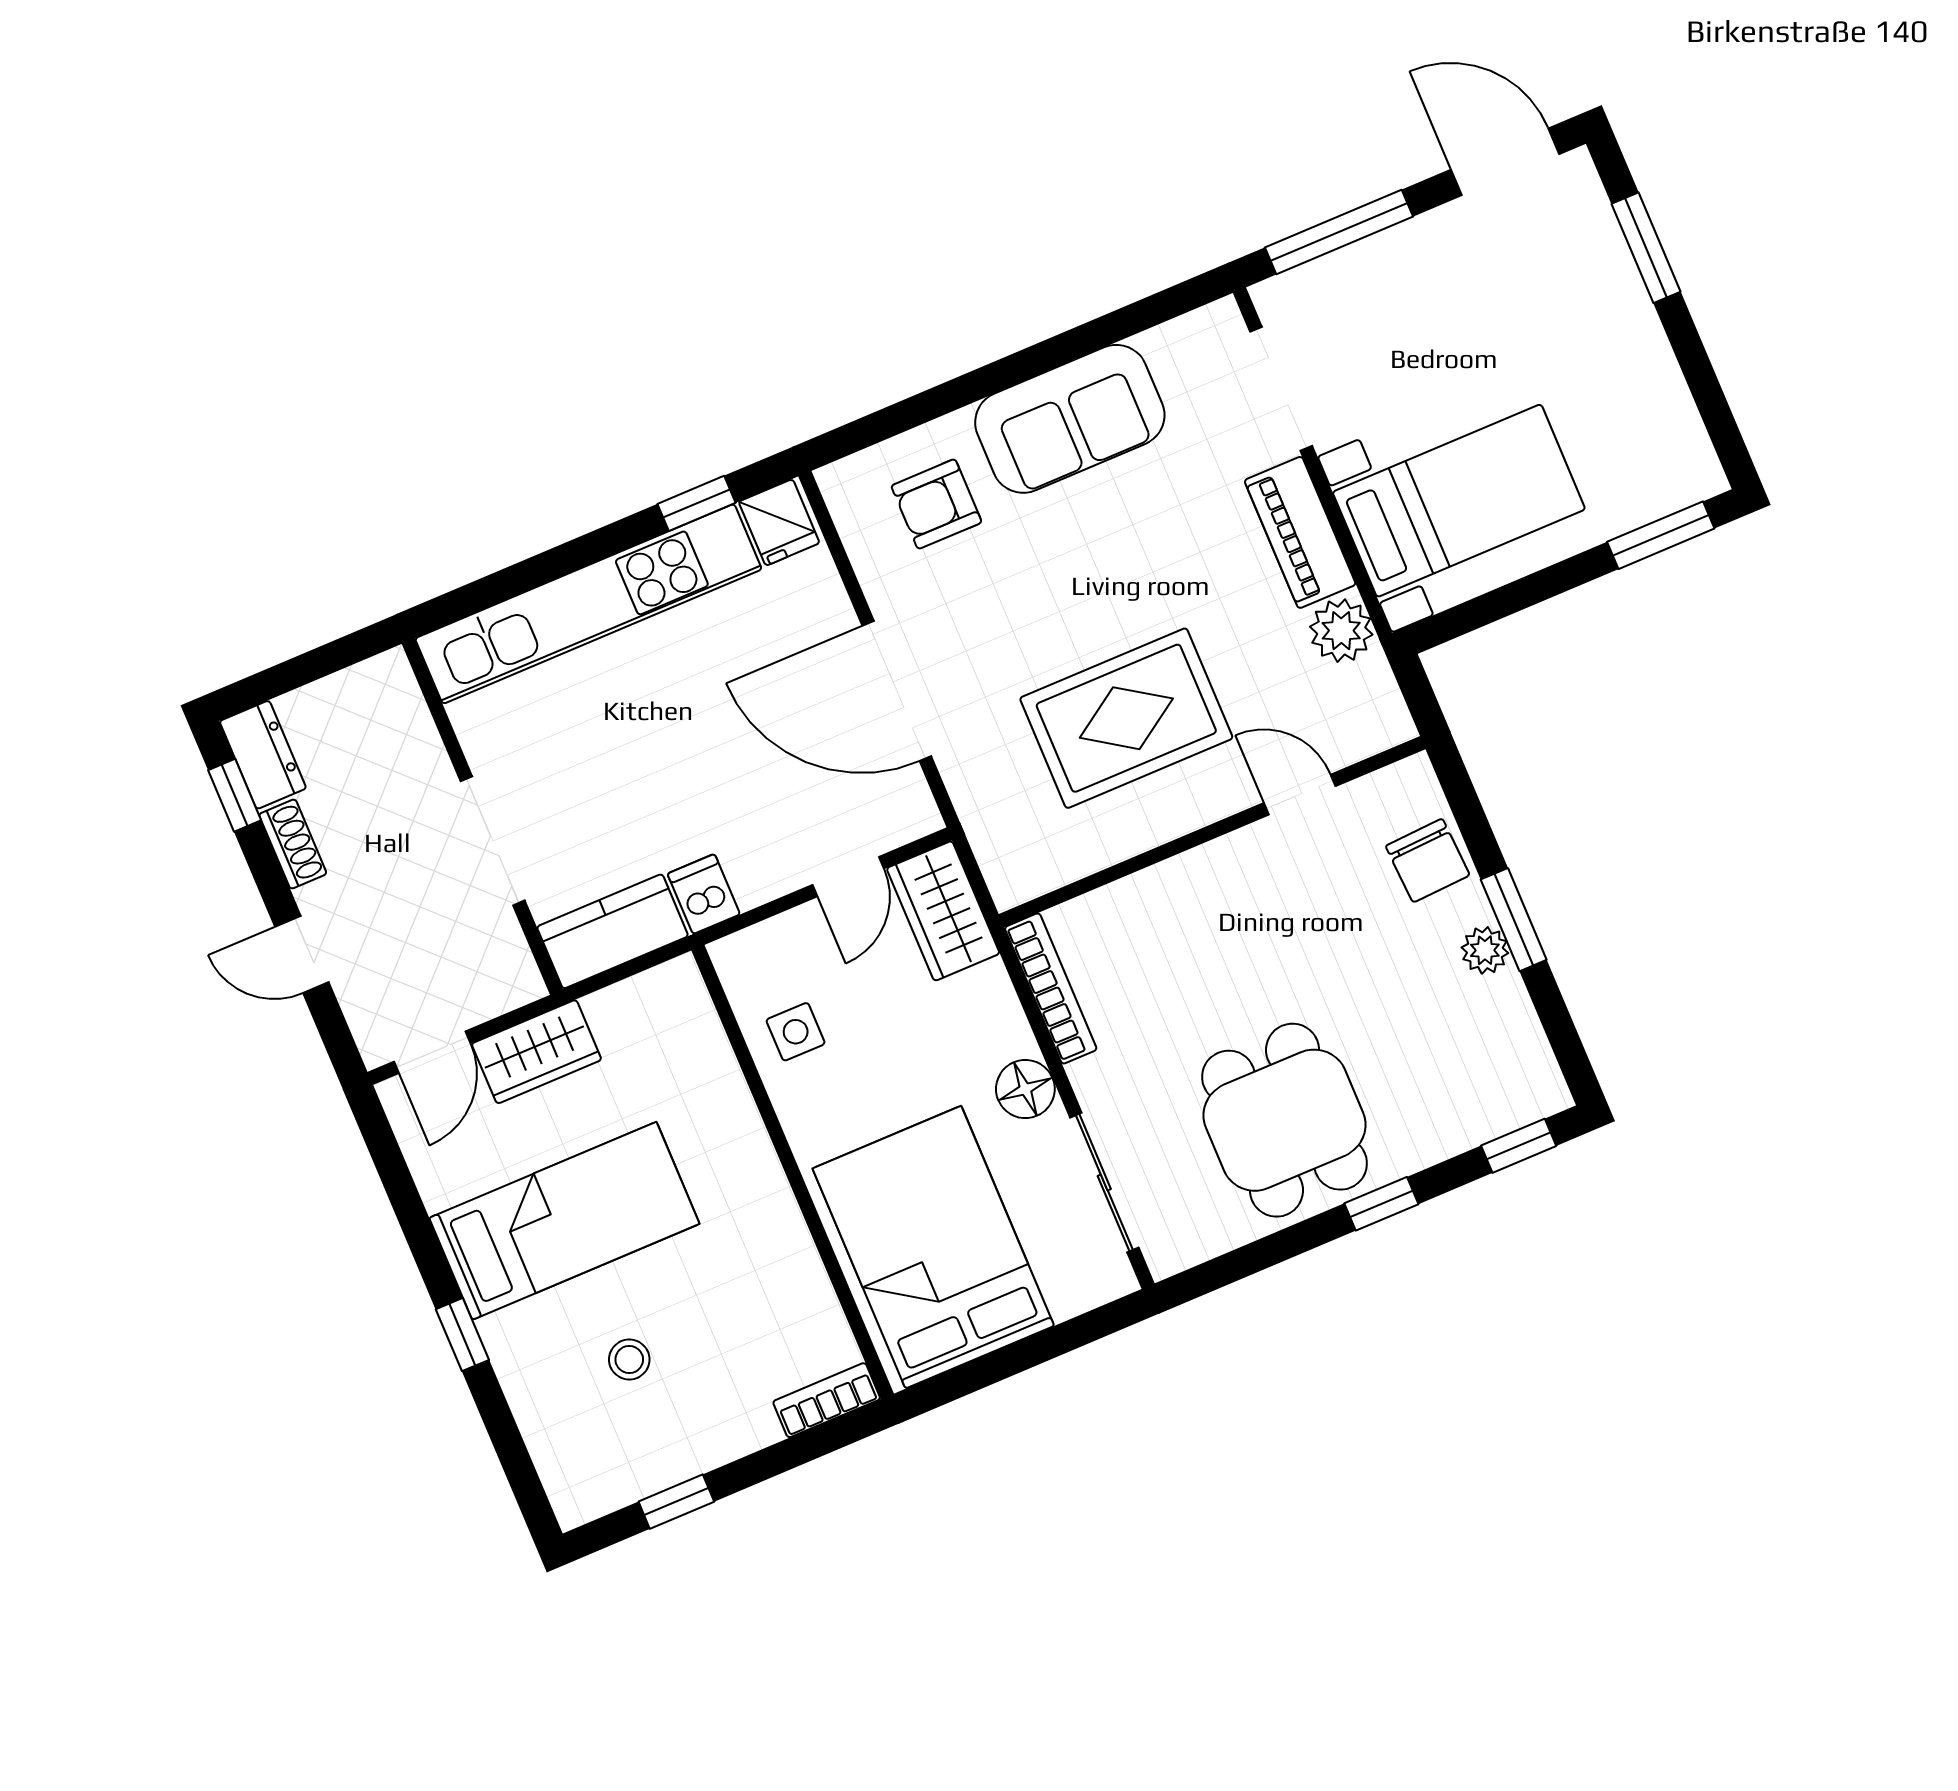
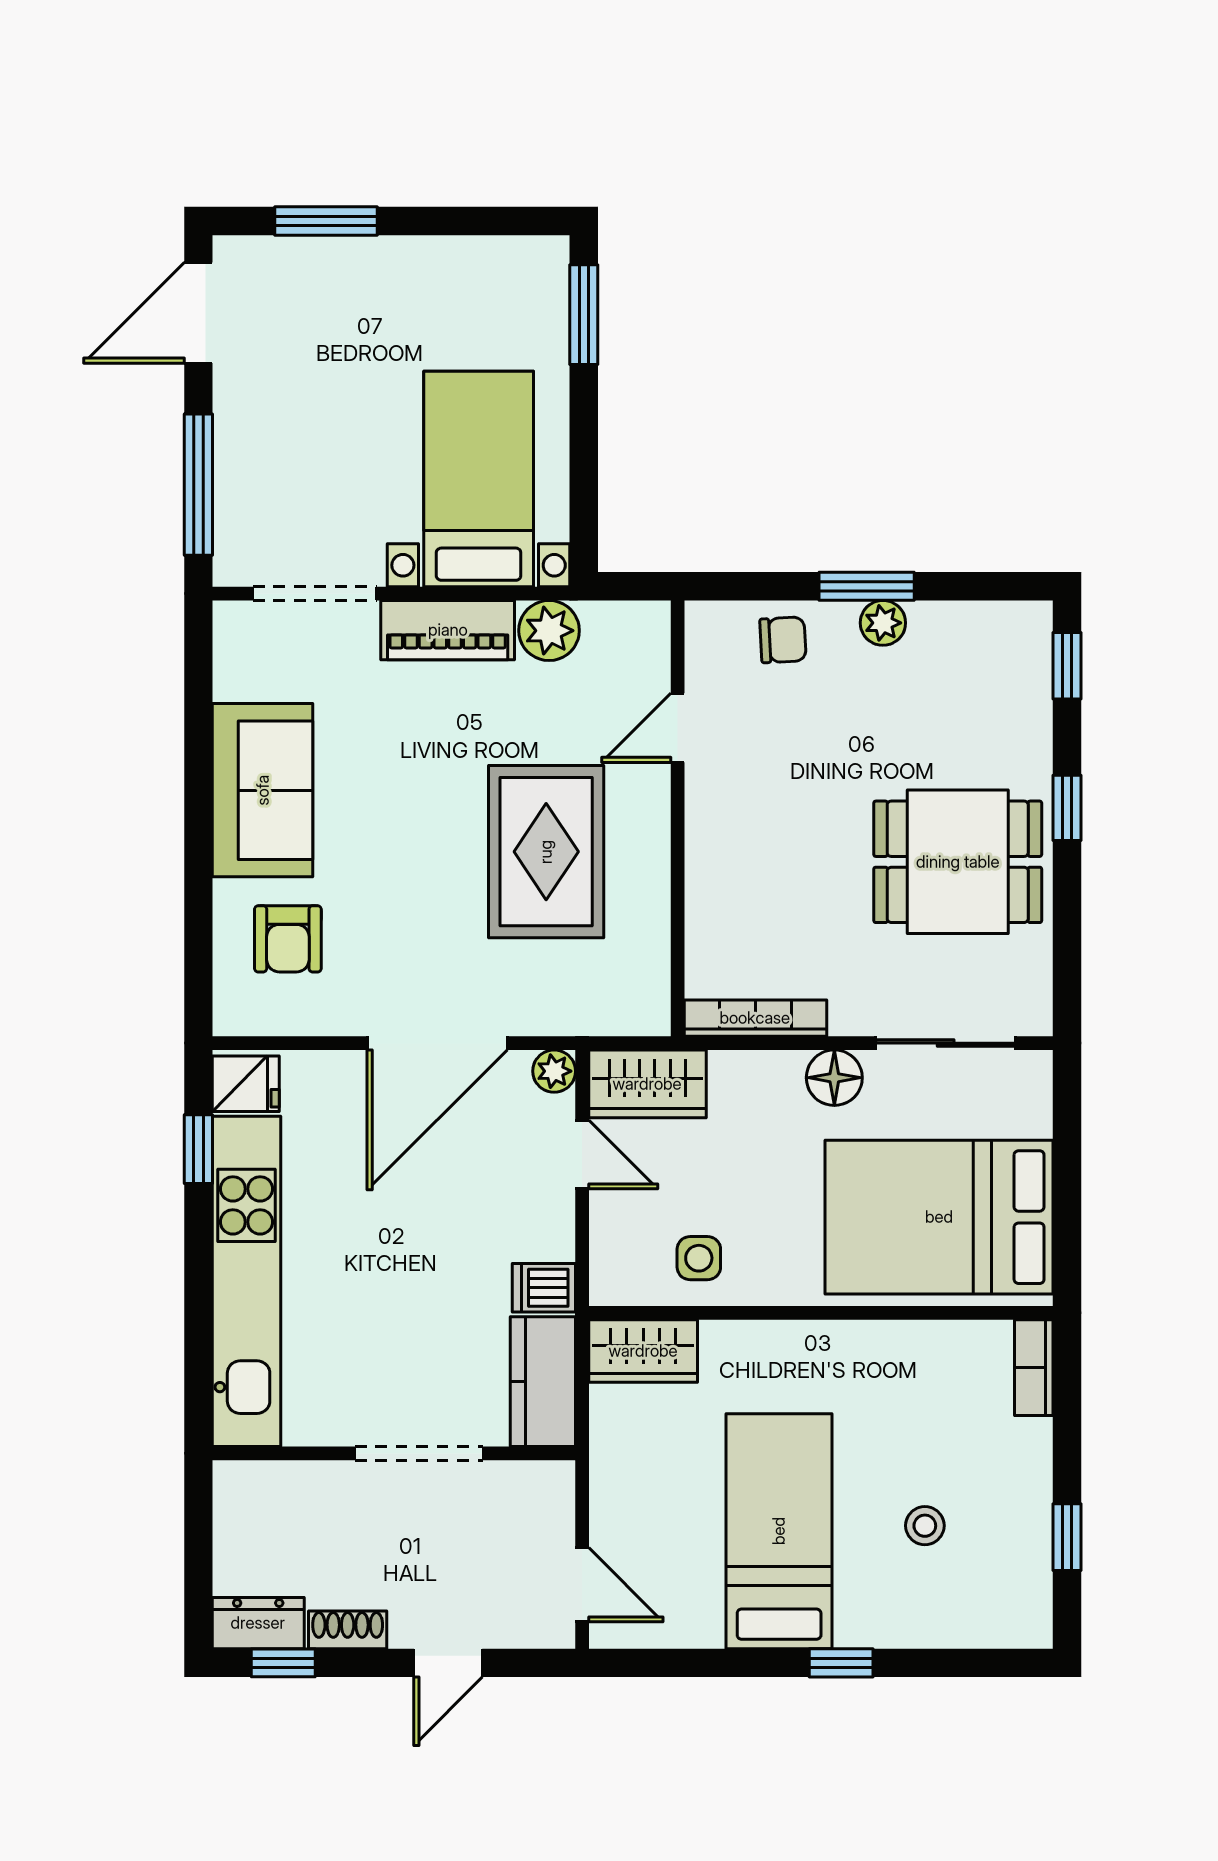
plant: (917, 815) -> (554, 1071), added
chair: (1428, 861) -> (783, 640), width x0.73, depth x0.73
wardrobe: (537, 1052) -> (643, 1351), moved, turned 90

